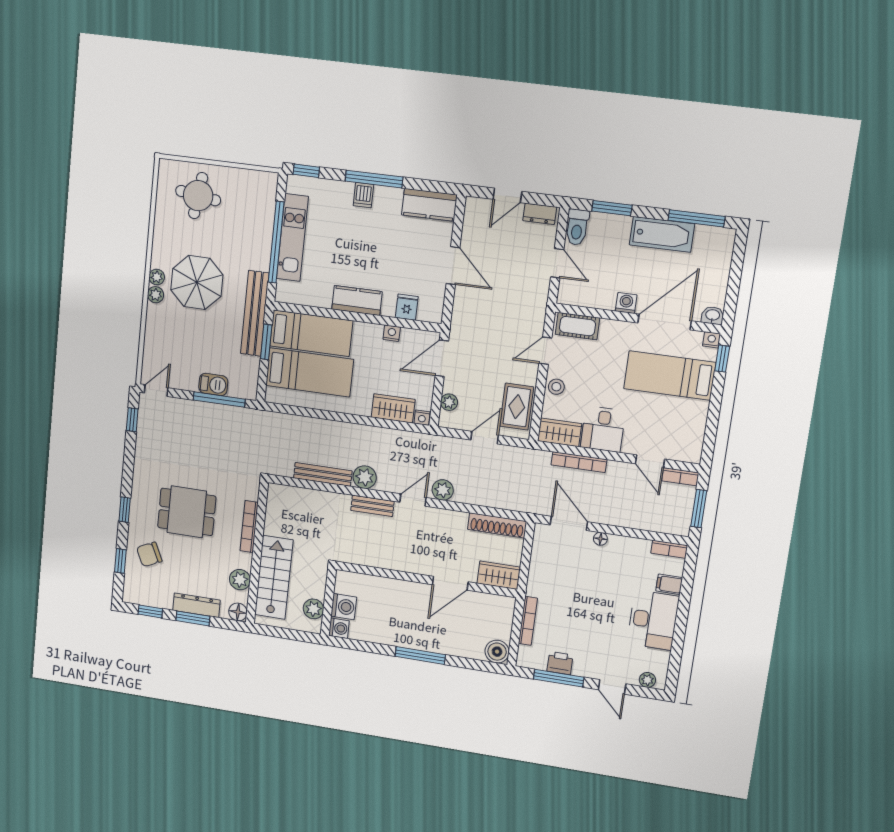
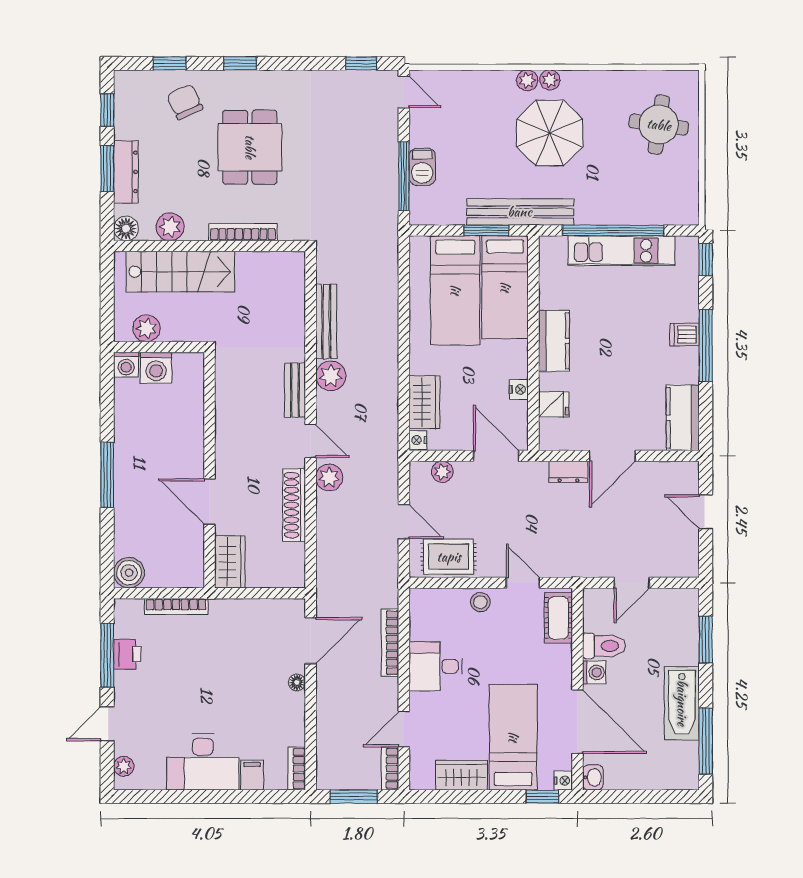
dresser: (540, 214) -> (568, 472), moved, turned -90
toilet: (577, 227) -> (604, 646), moved, turned 180
wardrobe: (560, 432) -> (462, 775), moved, turned -90
shoe rack: (497, 525) -> (294, 505), moved

